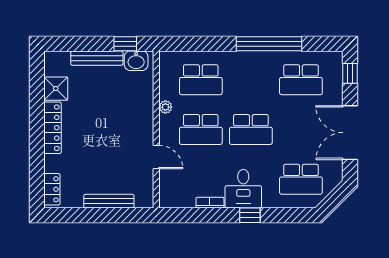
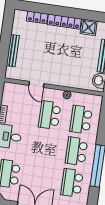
school desk: (251, 129) -> (76, 151), moved
door: (156, 157) -> (36, 84), hinge flipped
locker: (52, 189) -> (37, 17), moved

